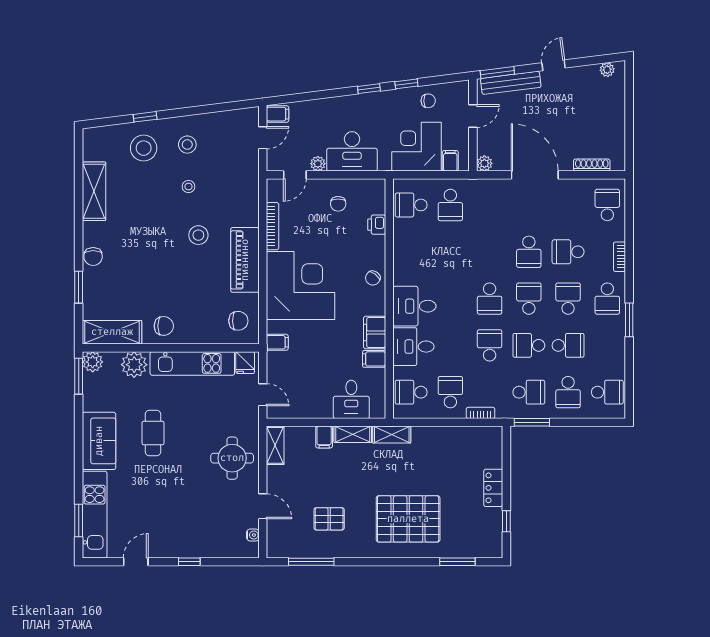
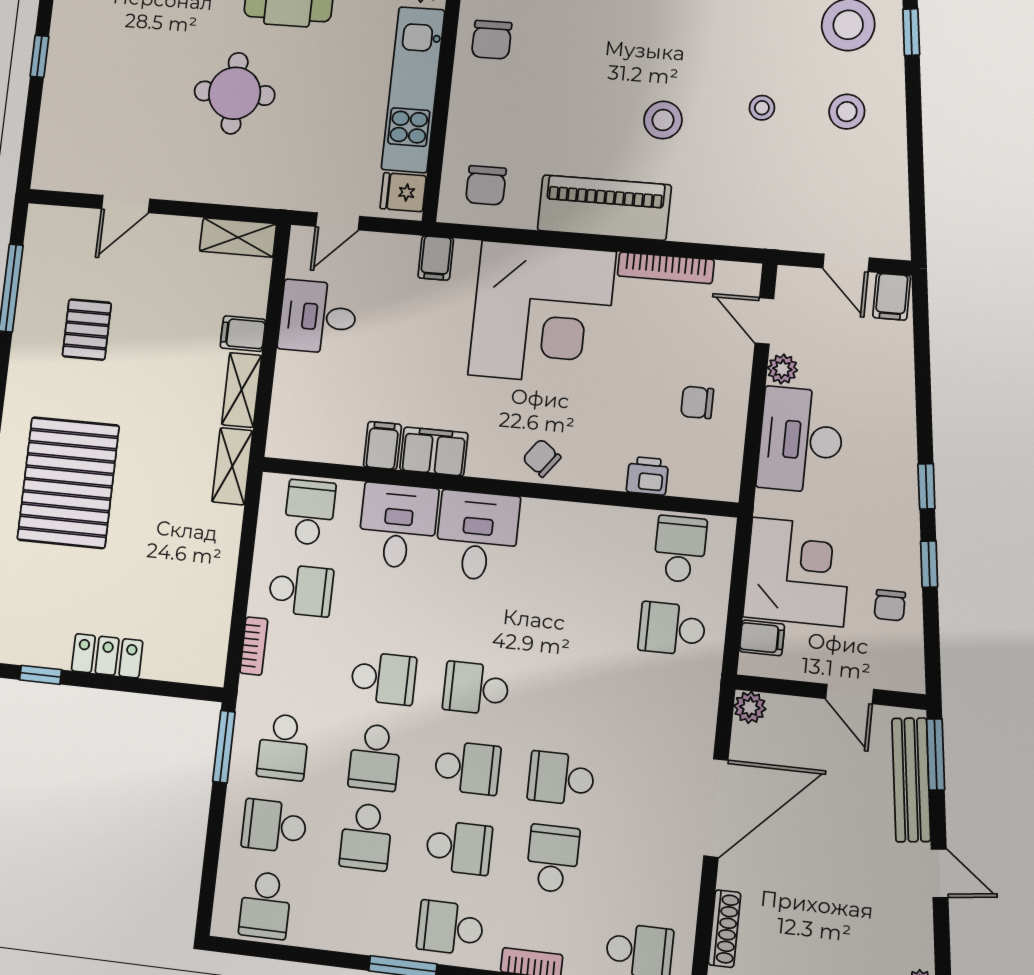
school desk: (529, 345) -> (375, 757), turned 180
desk: (351, 399) -> (318, 317), moved
round table: (232, 458) -> (235, 93), moved
water cooler: (253, 535) -> (74, 181), removed

